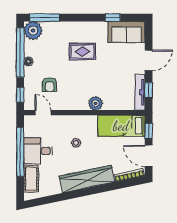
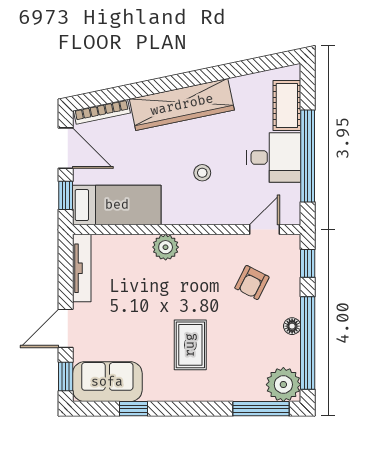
rug: (82, 52) -> (190, 345), turned 90
armchair: (50, 85) -> (252, 283), turned -153
window: (149, 90) -> (66, 376), moved
door: (43, 113) -> (264, 230), swing flipped

